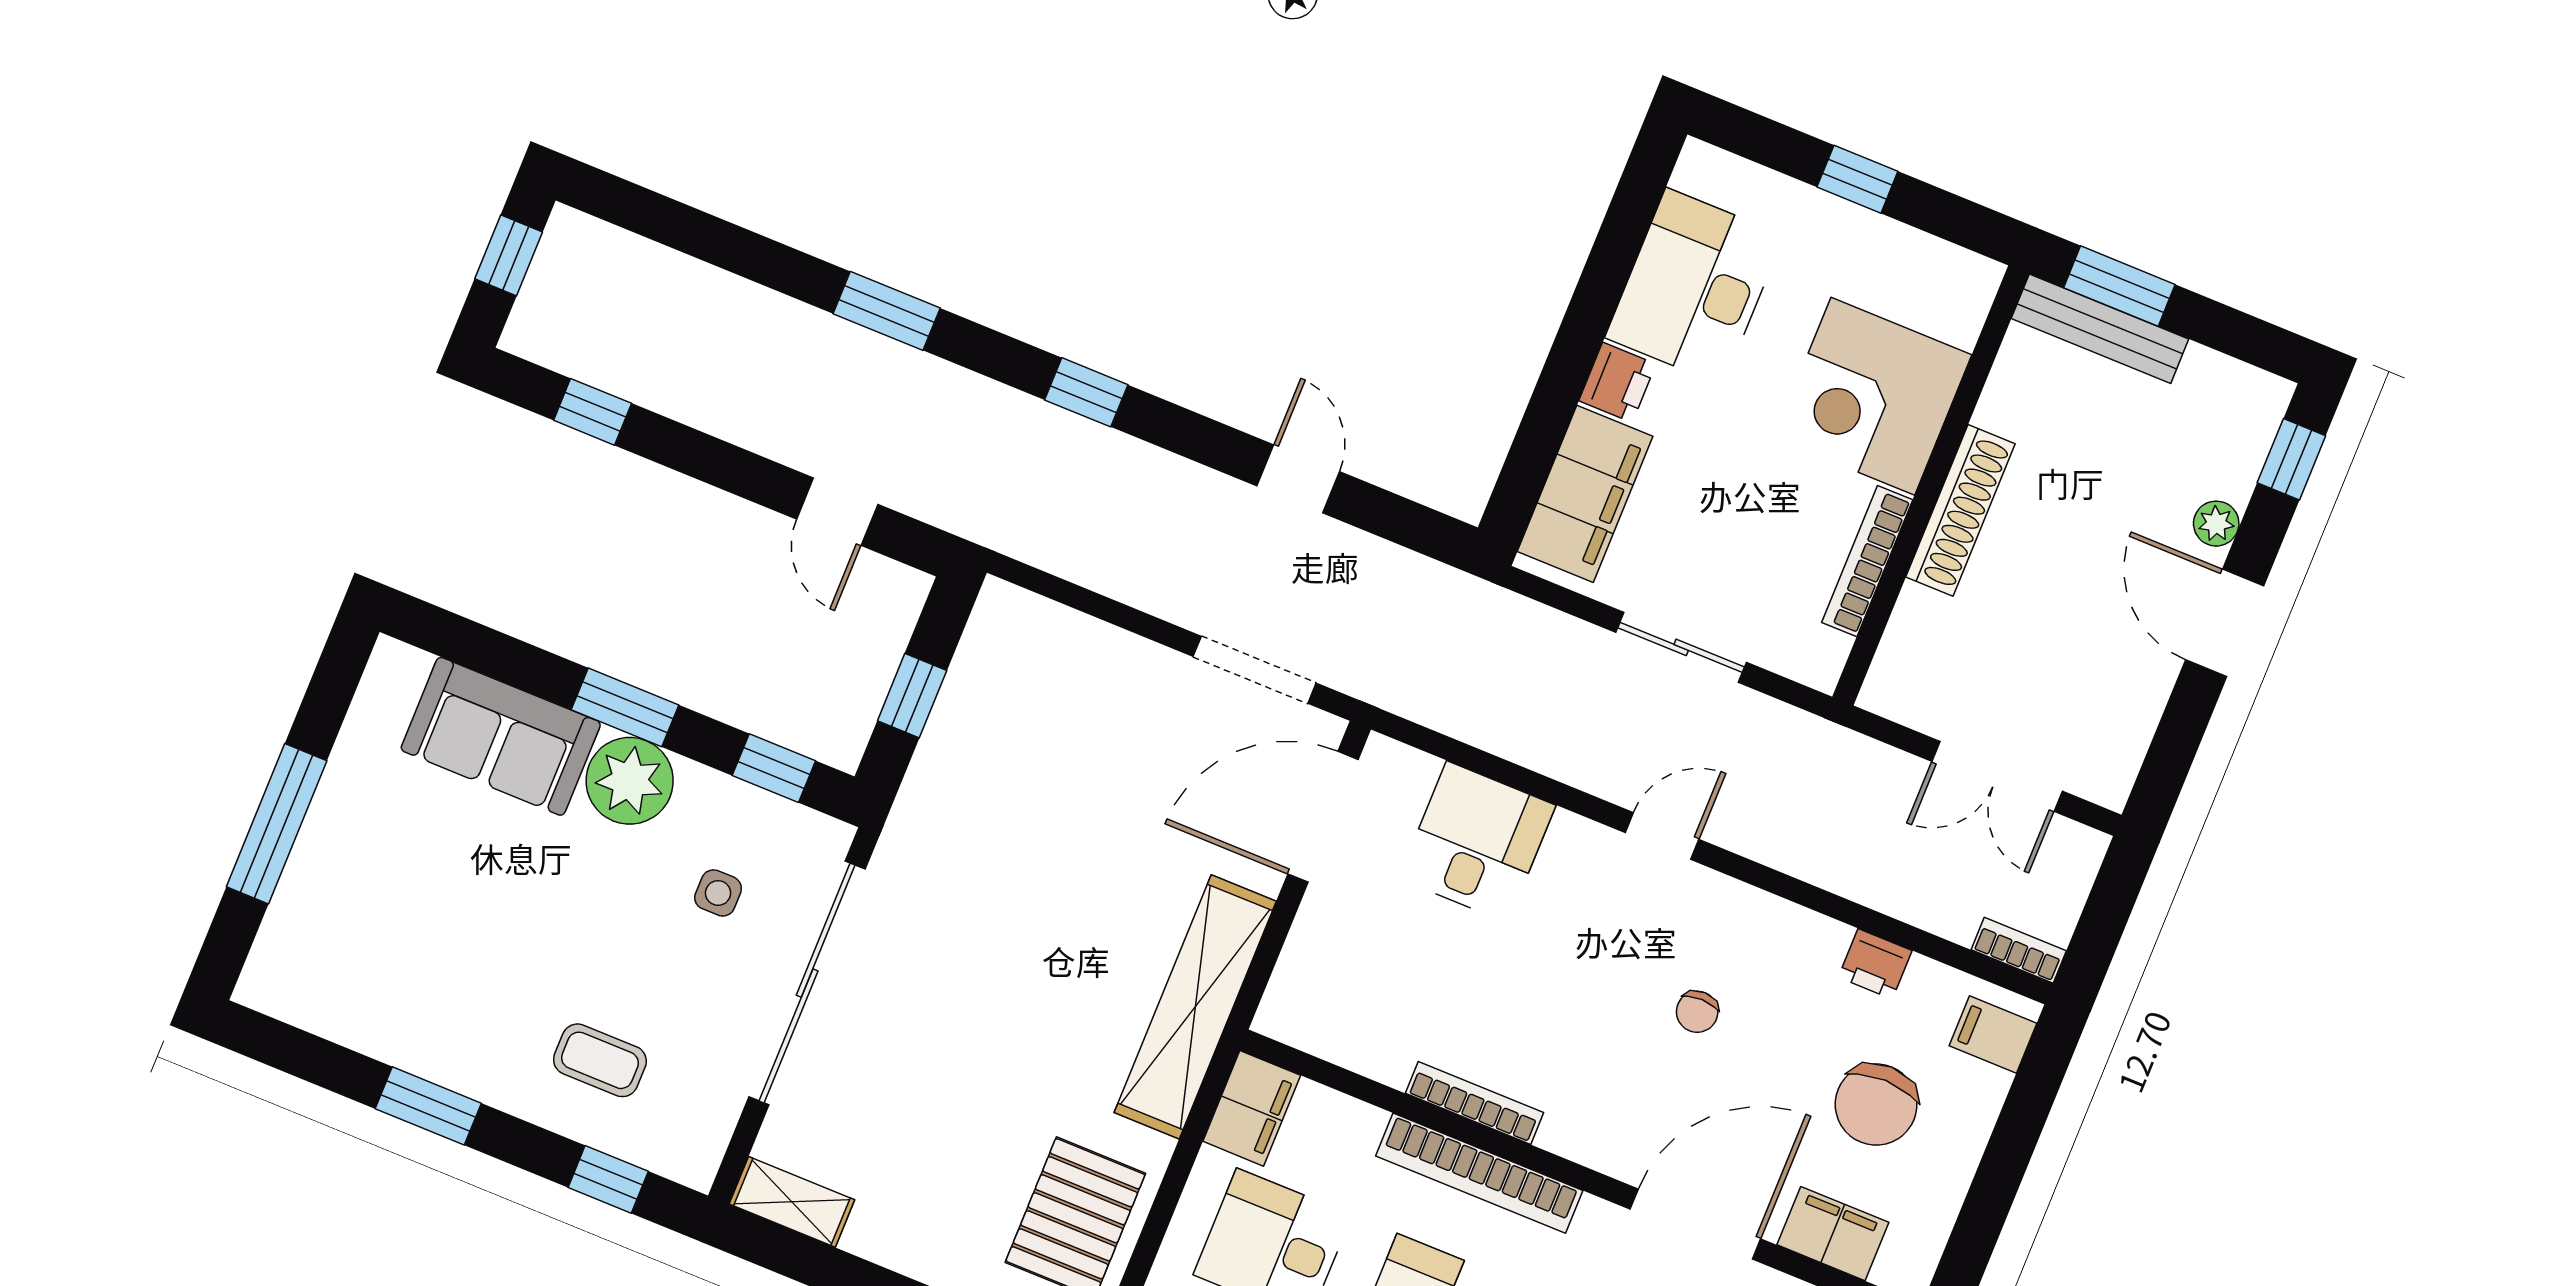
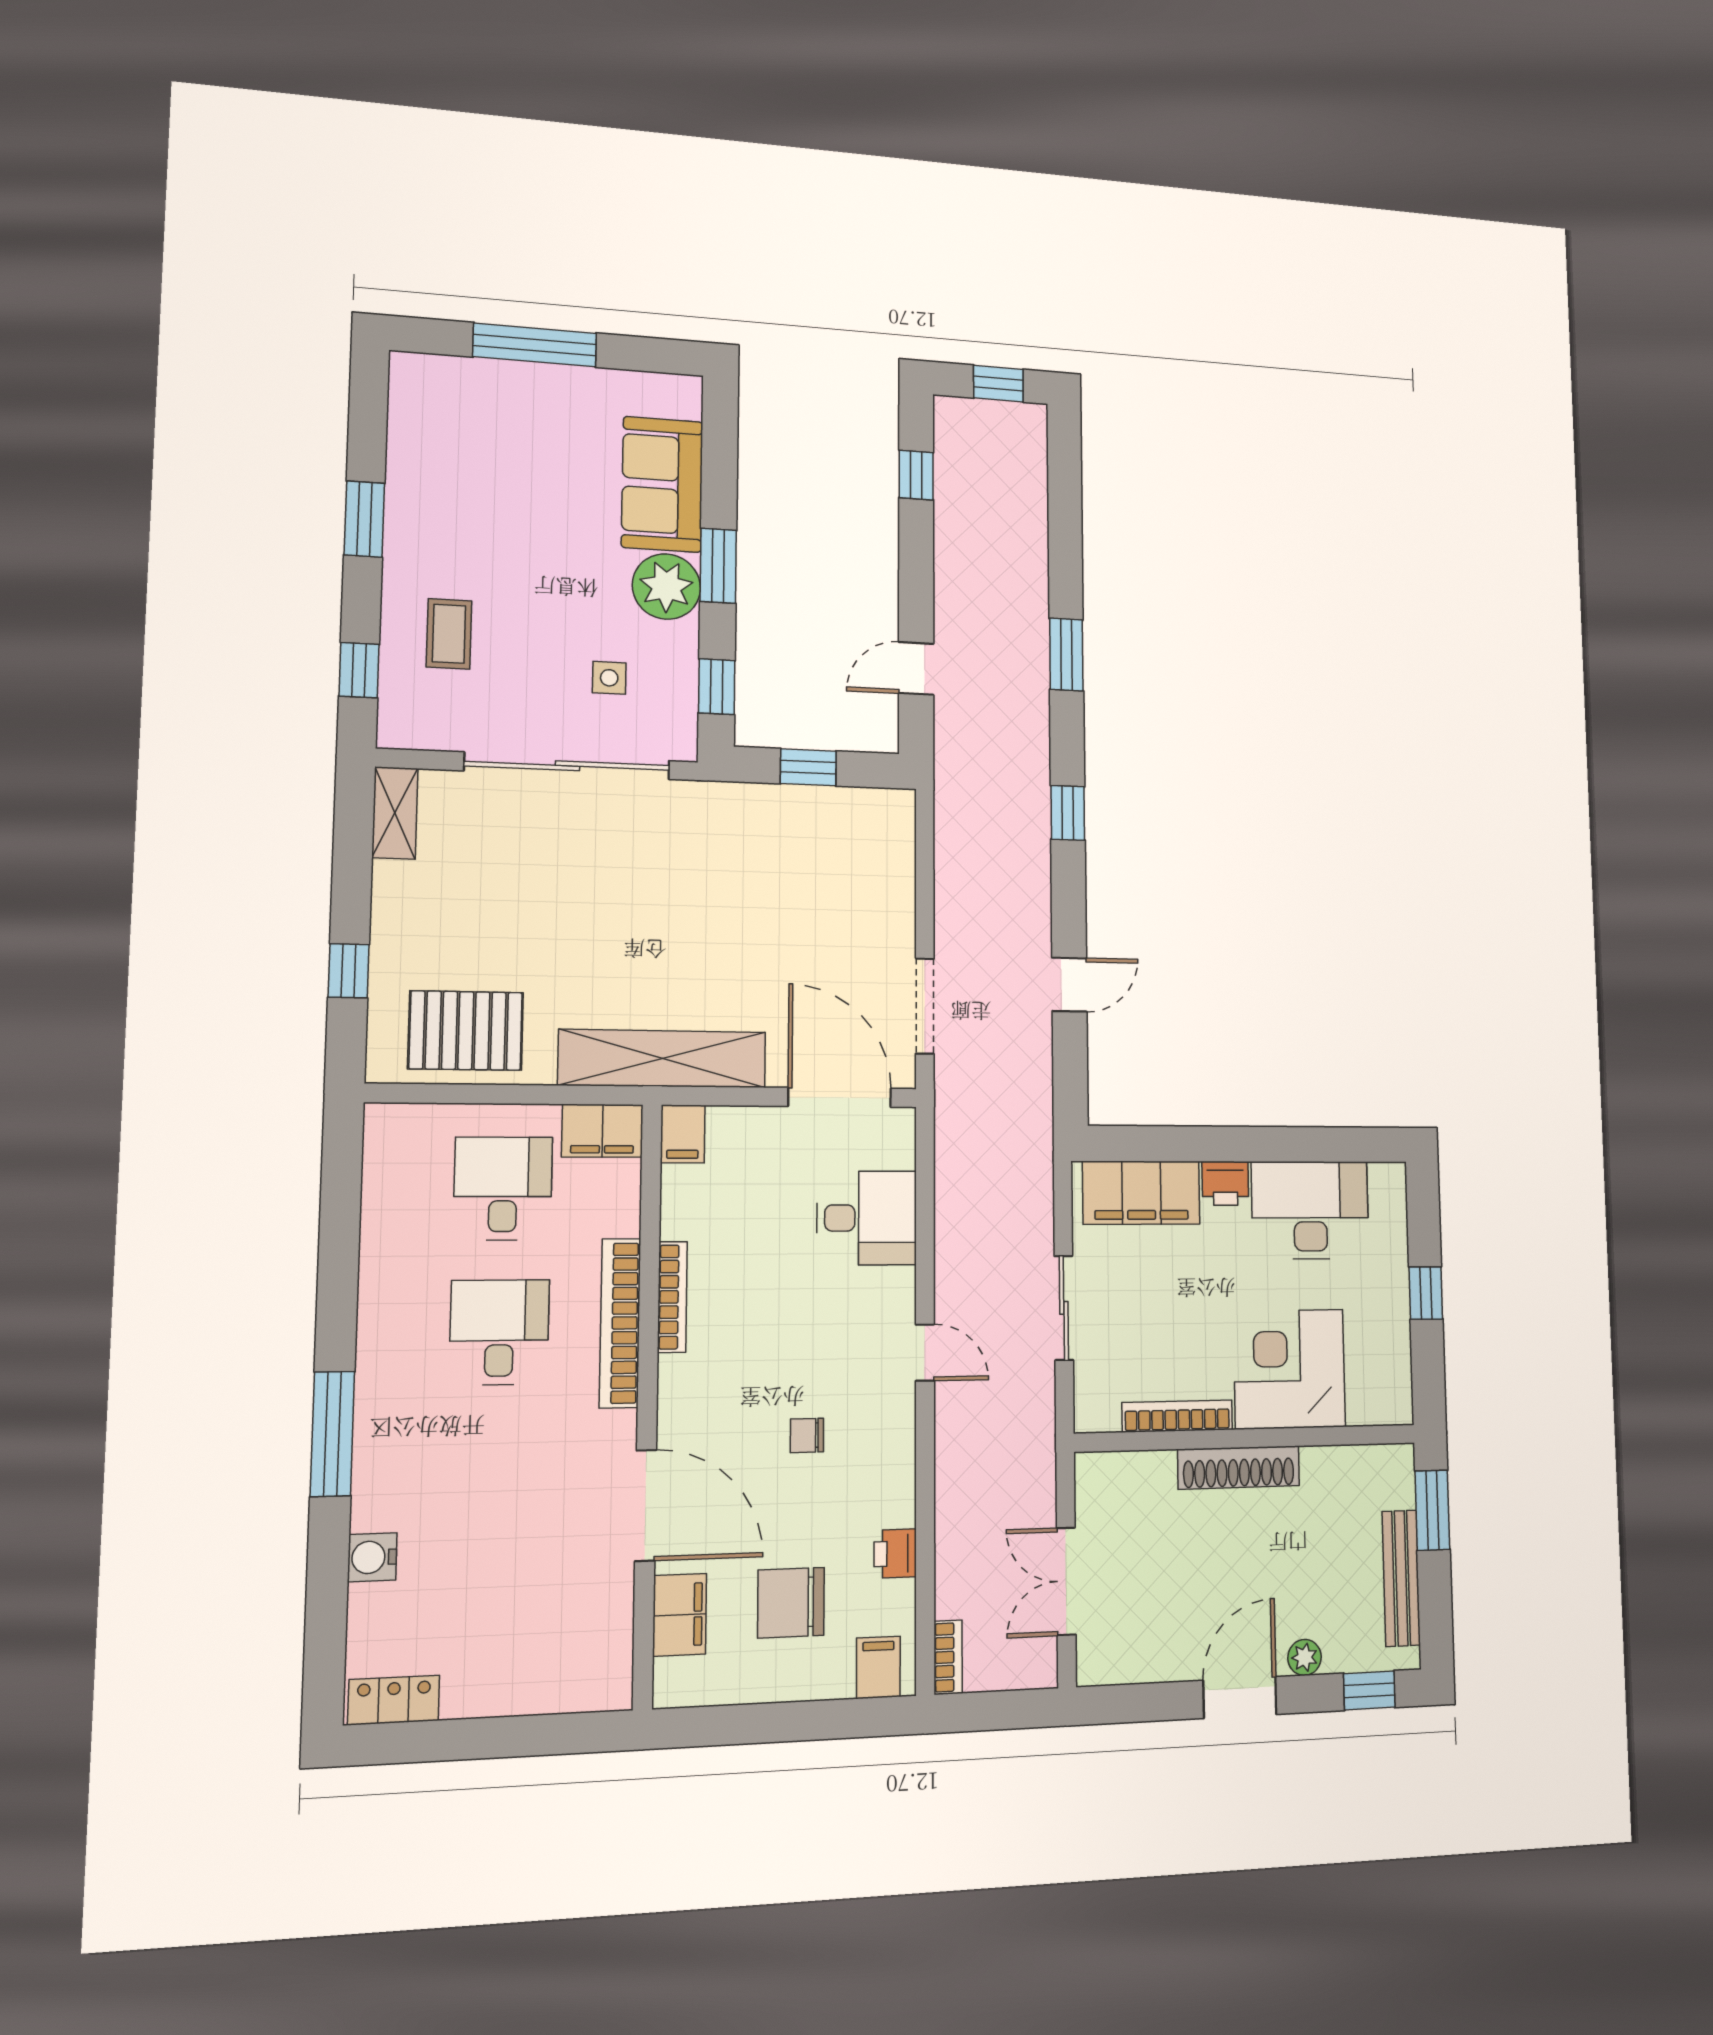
bench: (2100, 329) -> (1401, 1578), moved
filing cabinet: (1292, 1018) -> (683, 1134), added

